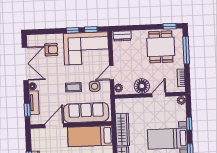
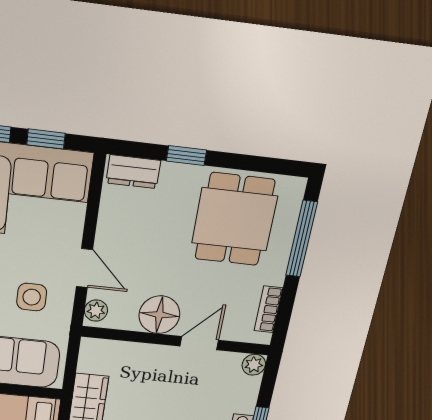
window: (170, 26) -> (186, 156), moved
door: (112, 73) -> (84, 268), swing flipped

